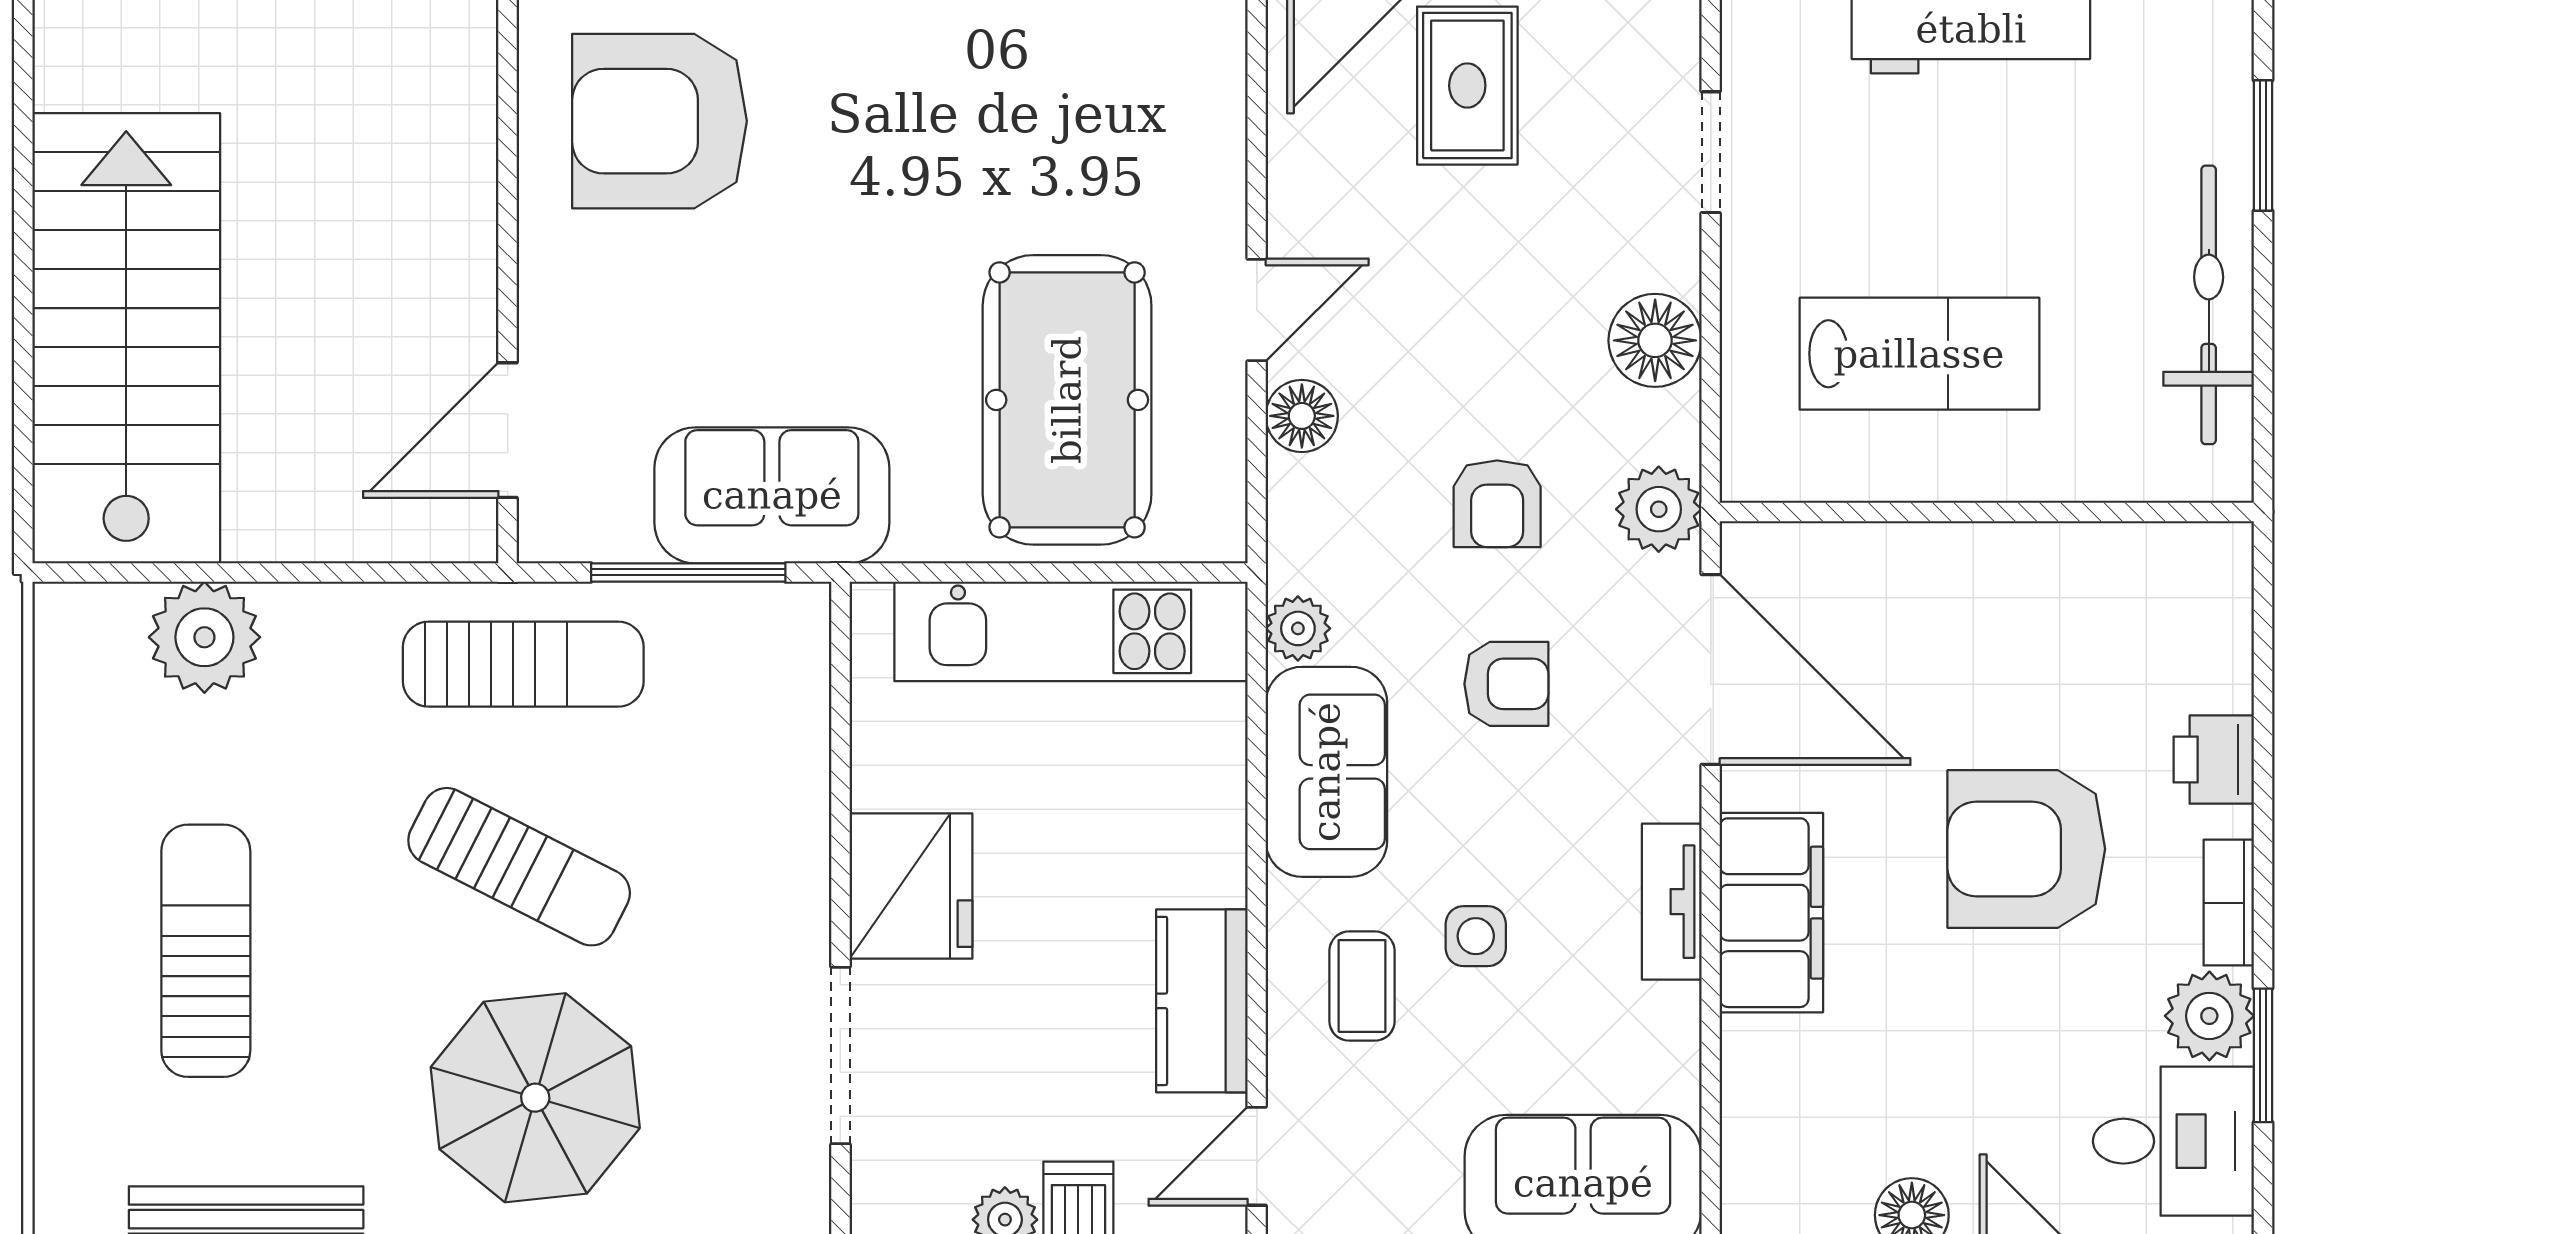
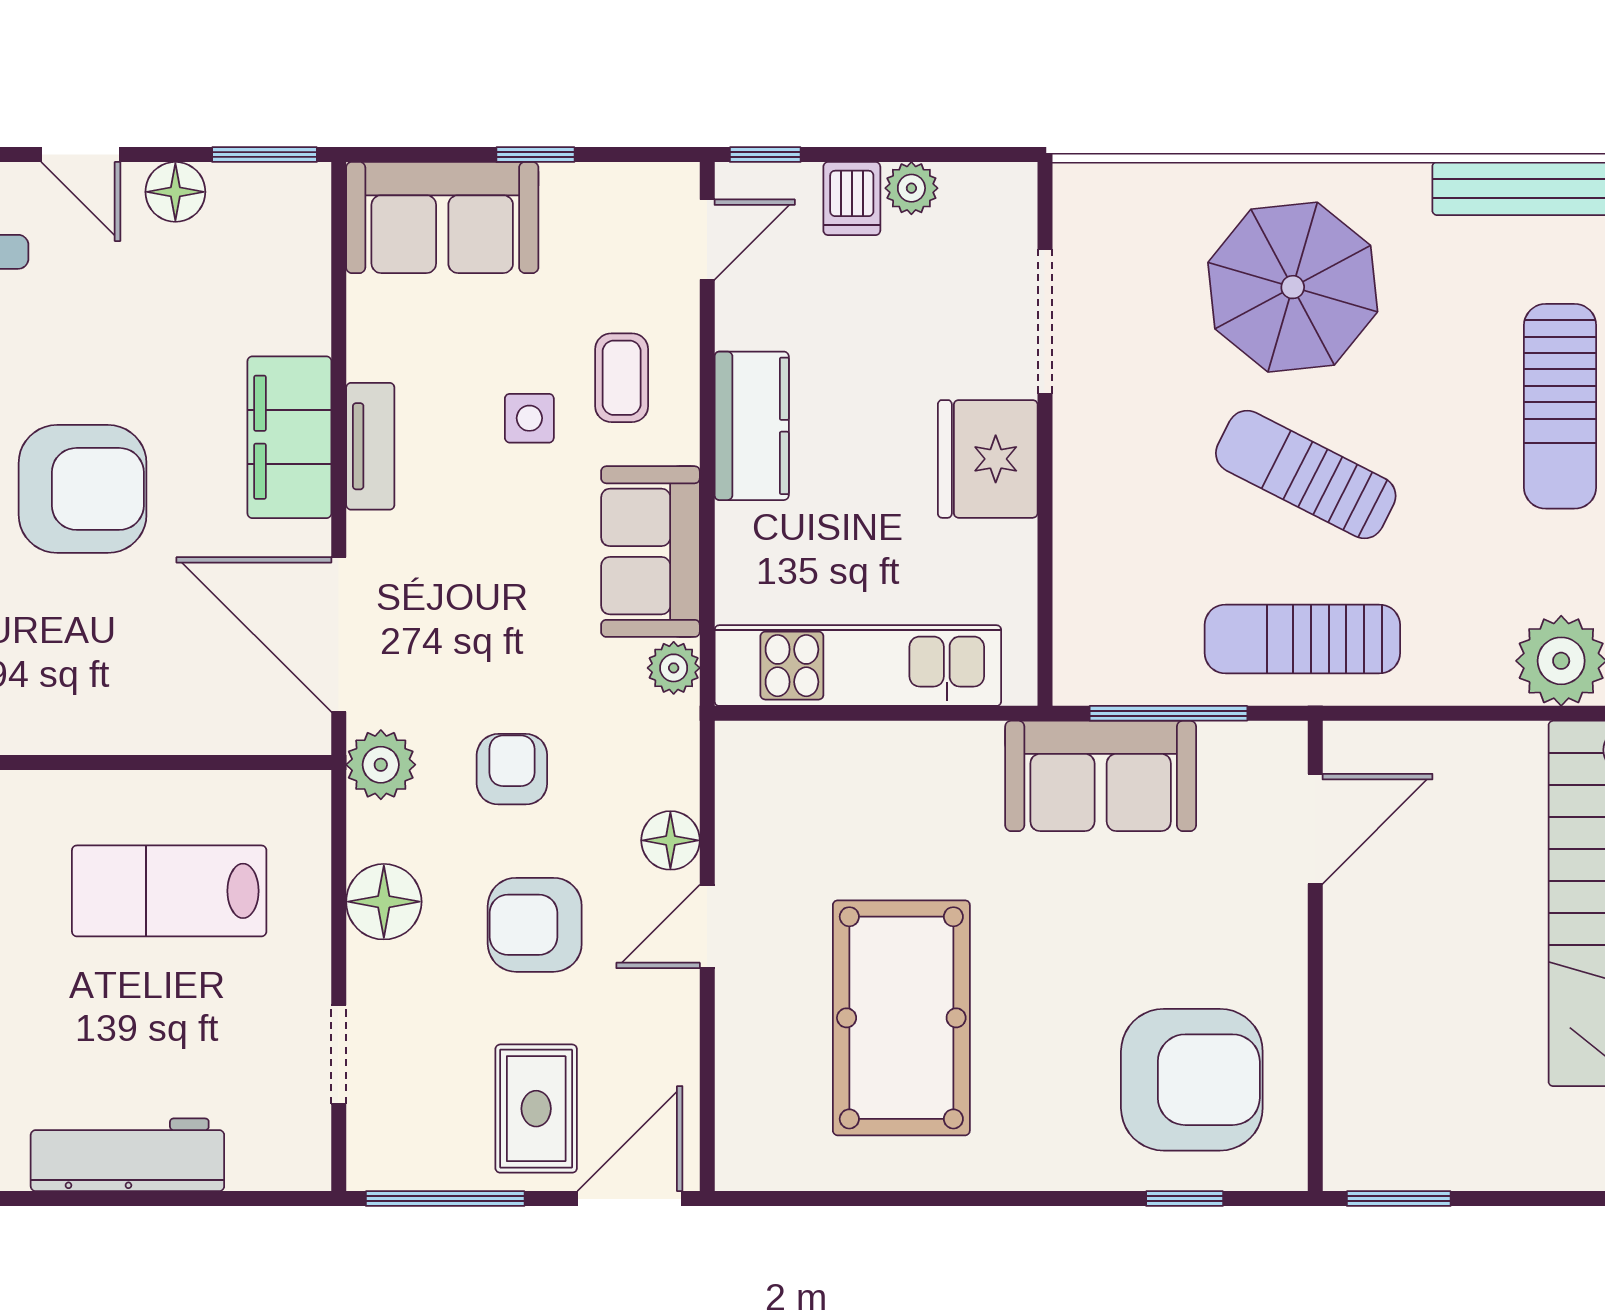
pool table: (1067, 400) -> (901, 1018), moved
armchair: (1506, 684) -> (535, 925), moved, width x1.38, depth x1.38
kitchen counter: (1202, 1001) -> (752, 426), moved

